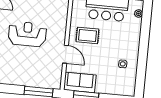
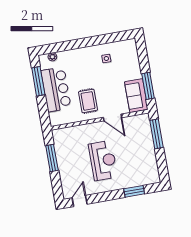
reception desk: (27, 34) -> (103, 161), turned 180
door: (66, 54) -> (112, 117), swing flipped

